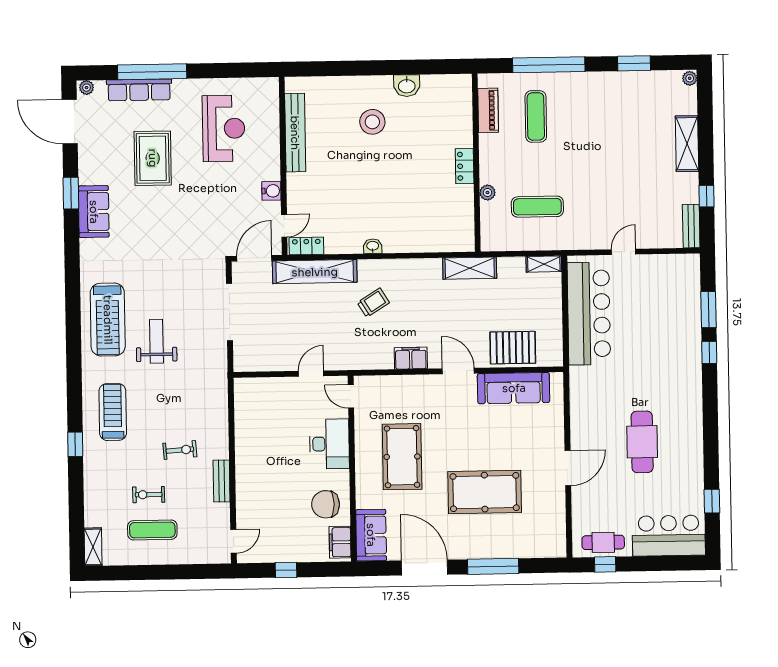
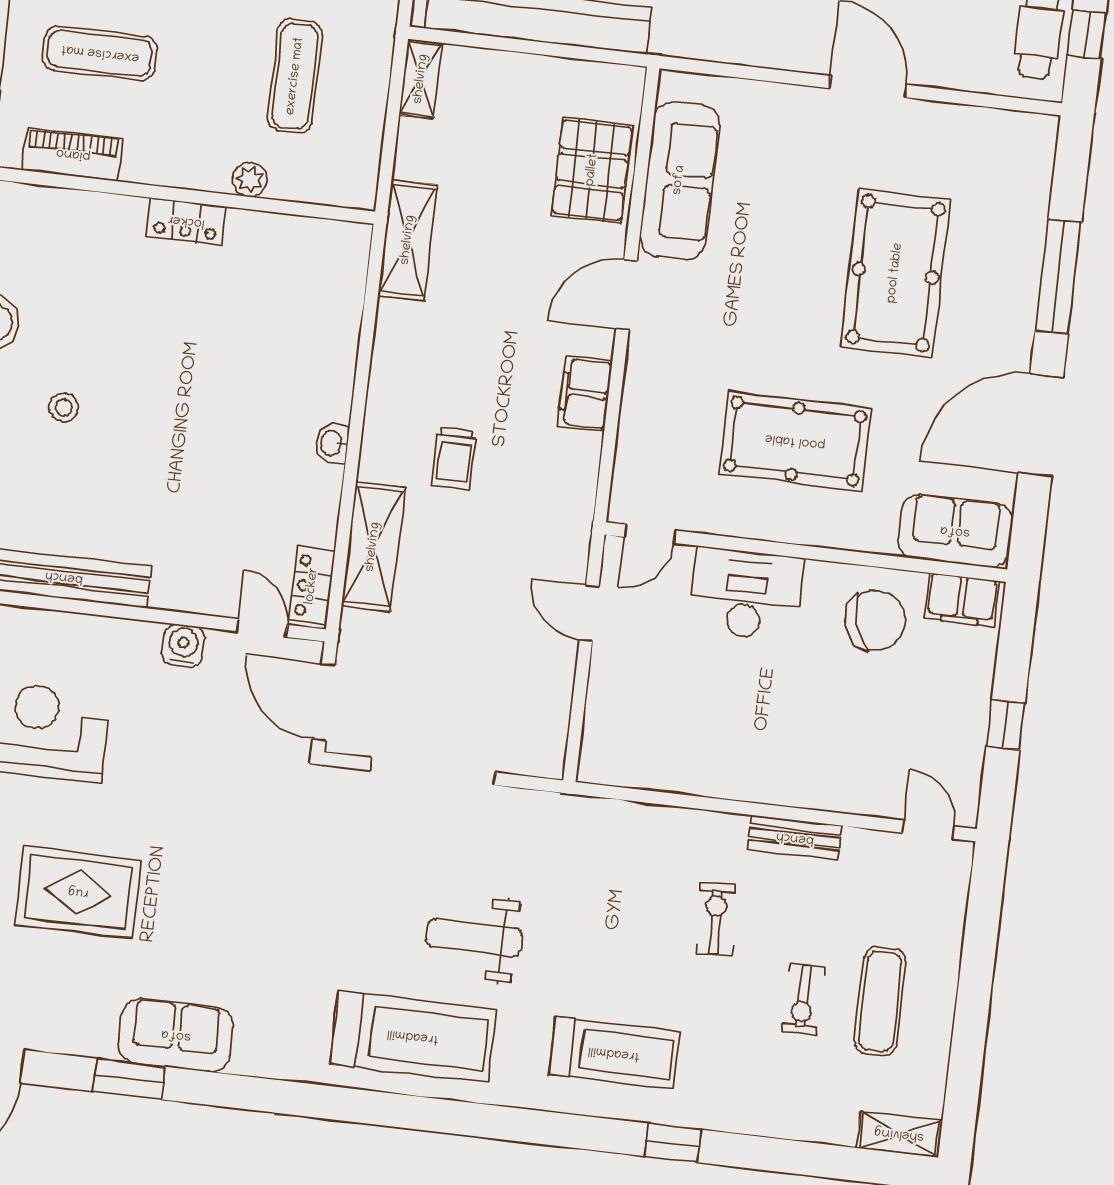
stool: (372, 122) -> (64, 407), width x0.53, depth x0.53
shelving: (315, 272) -> (373, 547), width x0.68
trolley: (373, 303) -> (454, 458), turned -148
treadmill: (113, 412) -> (614, 1053), turned 180
chair: (326, 504) -> (875, 620), turned -107

